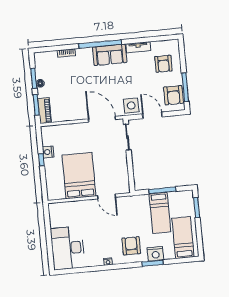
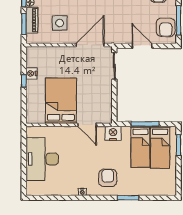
side table: (131, 106) -> (60, 23), moved
piano: (45, 111) -> (32, 20), moved
door: (102, 119) -> (90, 45), hinge flipped
bed: (183, 238) -> (160, 147), moved, turned 180
desk: (68, 248) -> (42, 159), moved
nightstand: (156, 254) -> (113, 133), moved, turned 180

